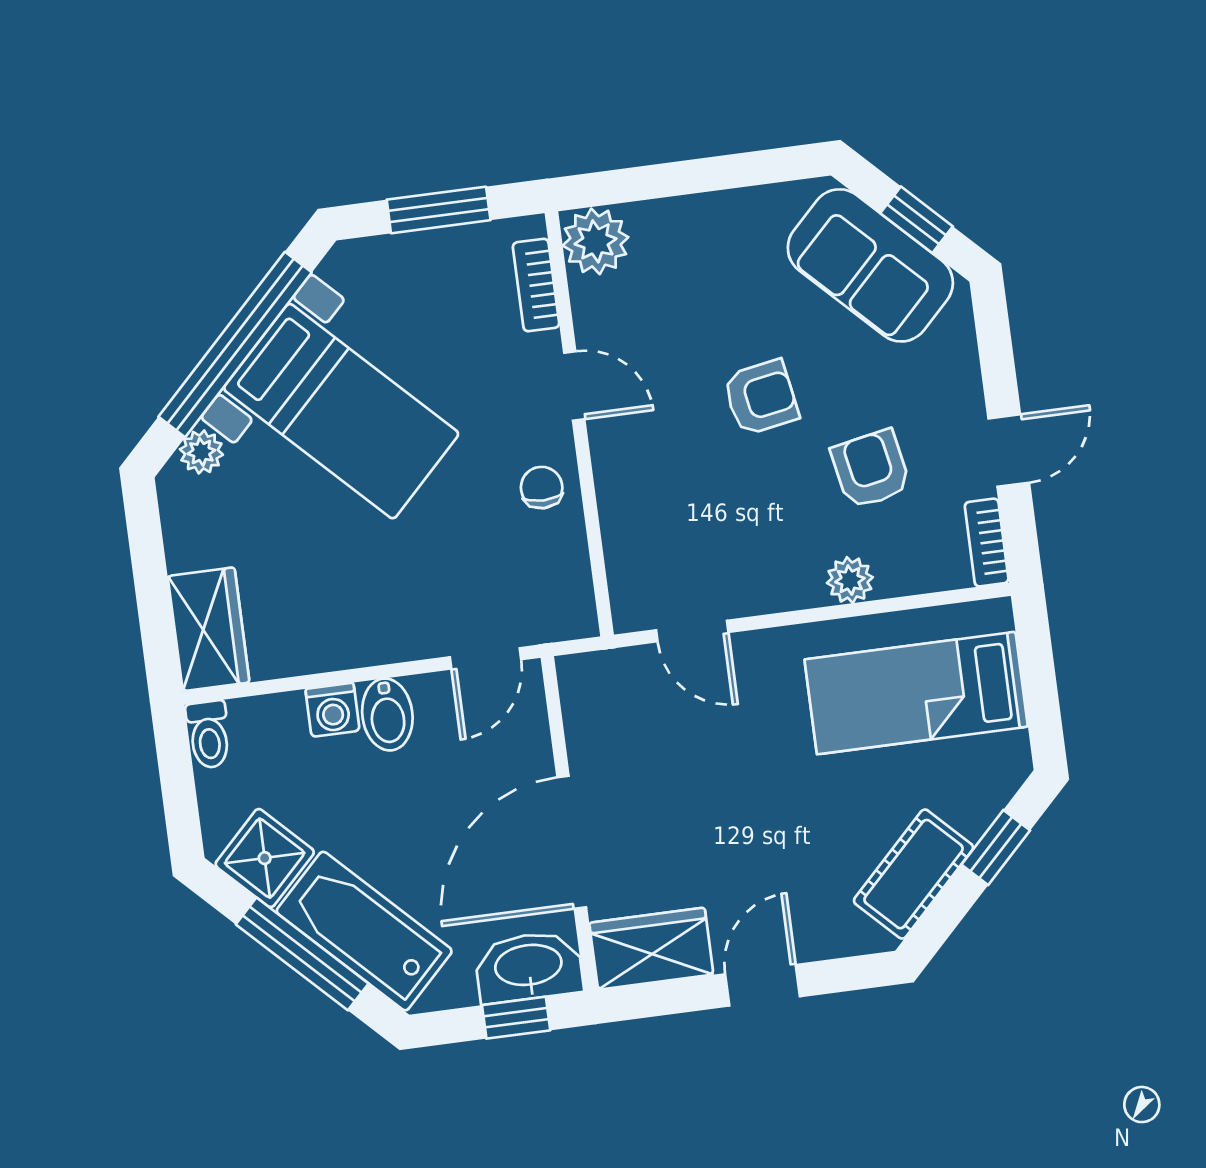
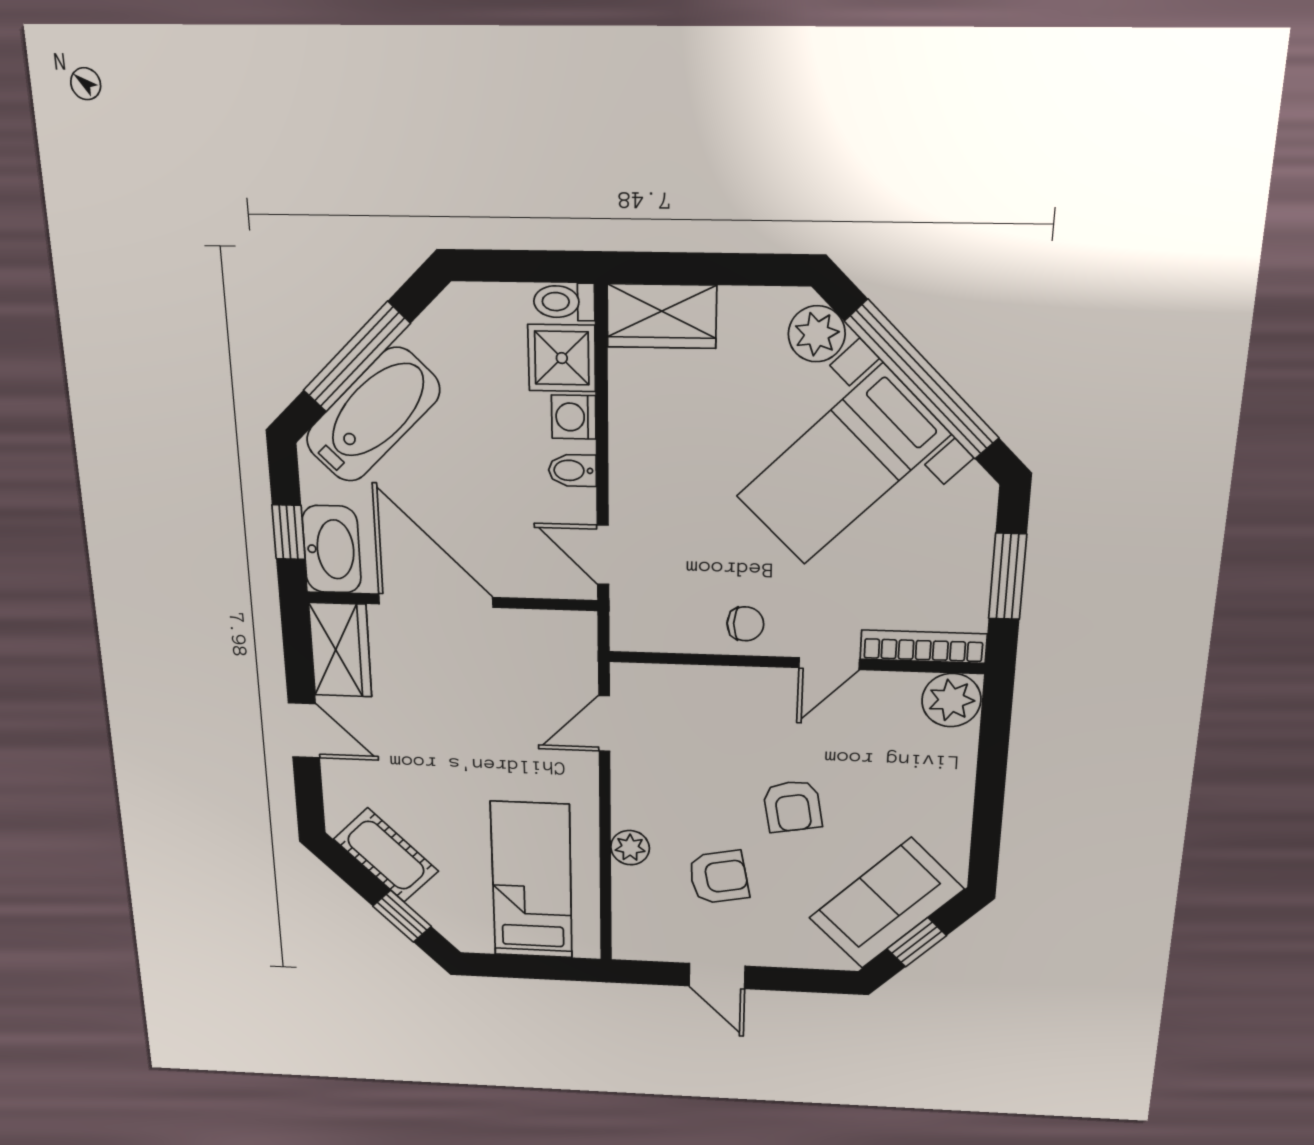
bookcase: (536, 285) -> (923, 647), width x1.56
plant: (201, 452) -> (817, 334), width x1.38, depth x1.38
bookcase: (987, 543) -> (646, 949), removed
bidet: (387, 715) -> (572, 470), width x0.72, depth x0.74
shower: (265, 858) -> (562, 358), moved, turned 45

